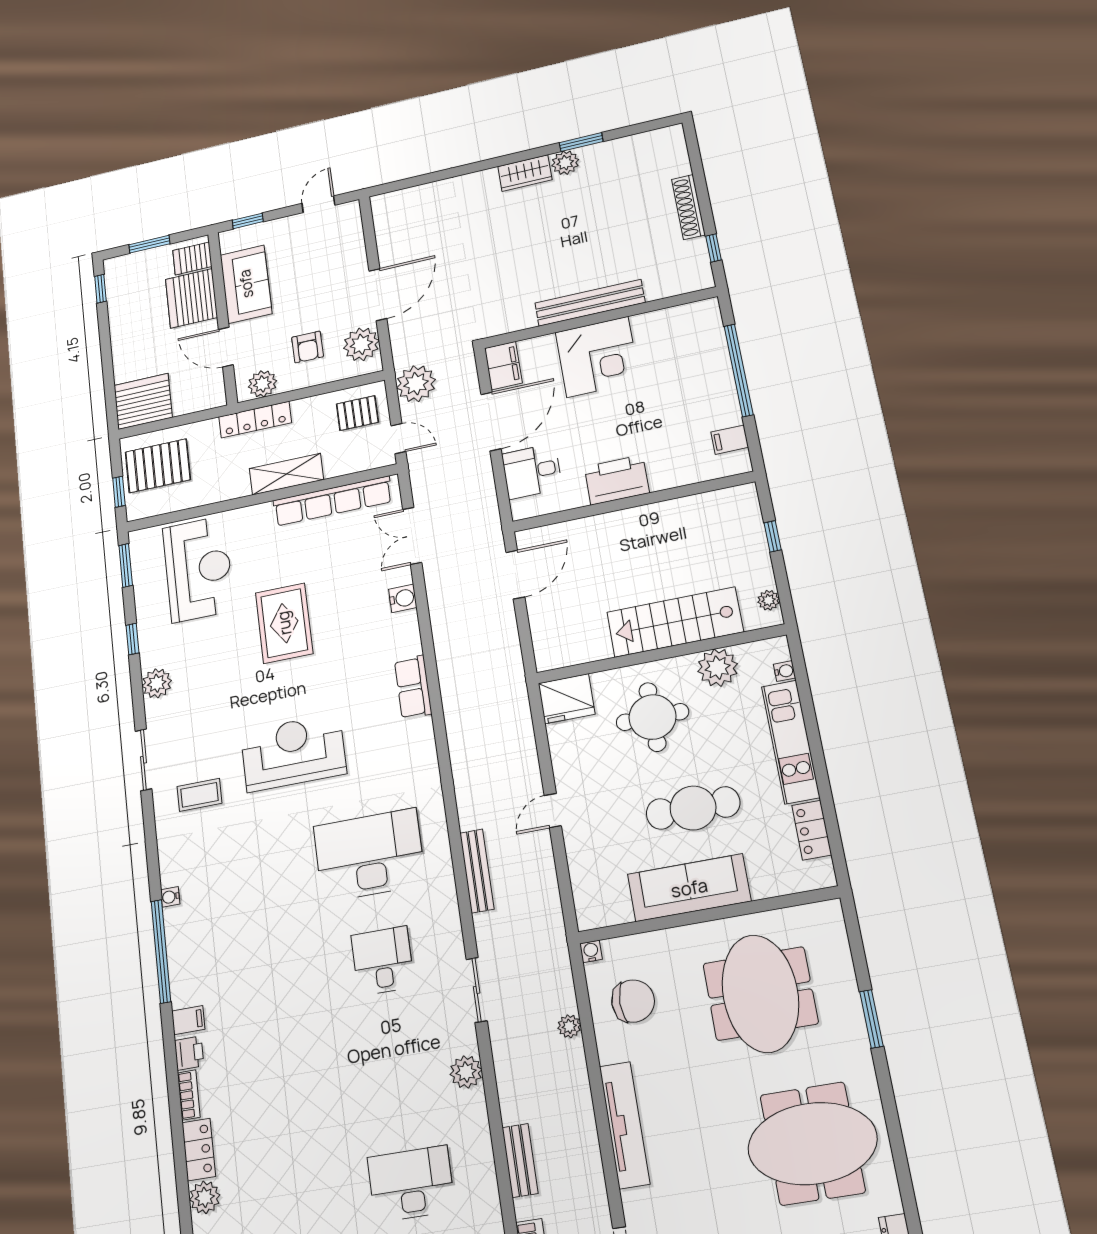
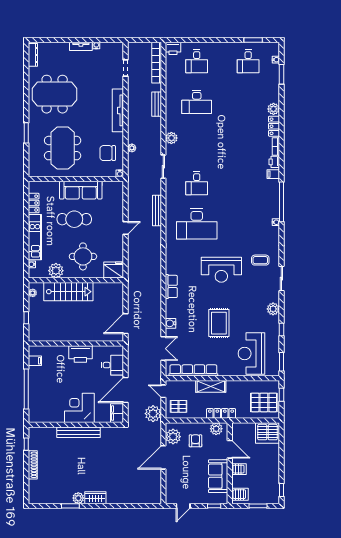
server rack: (191, 298) -> (239, 469), width x0.46, depth x0.70

